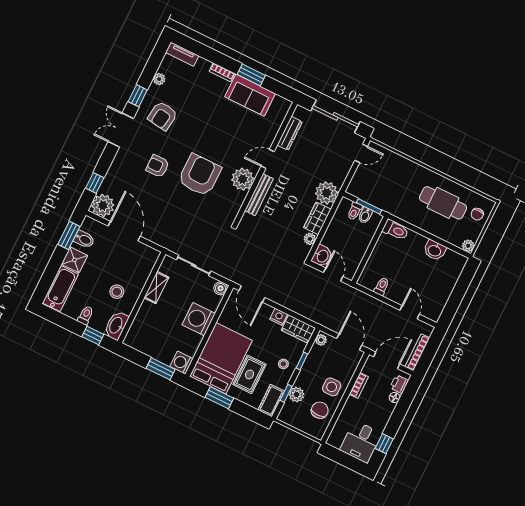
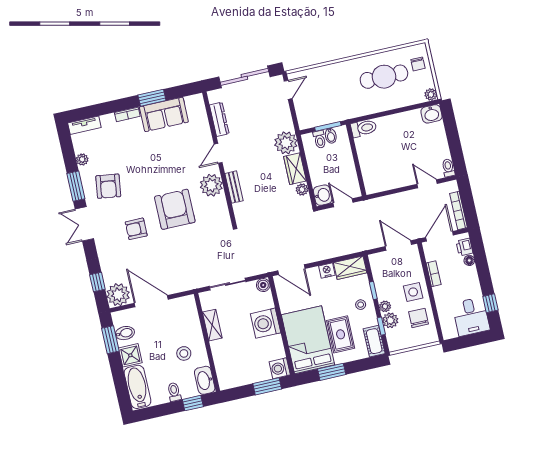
window: (138, 96) -> (76, 186), width x1.50
bench: (259, 195) -> (234, 187), width x0.73
washbasin: (435, 250) -> (432, 114), moved
toilet: (382, 286) -> (448, 168), moved
plant: (321, 340) -> (385, 306), moved

